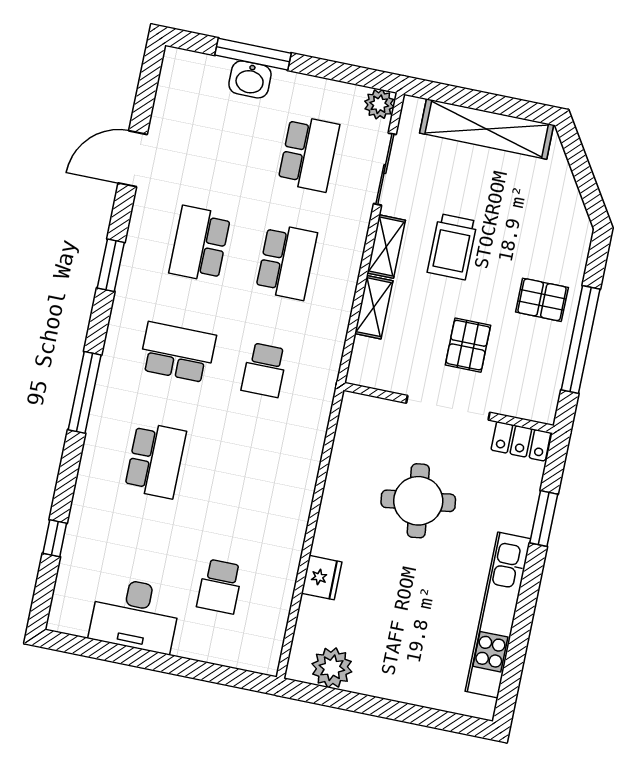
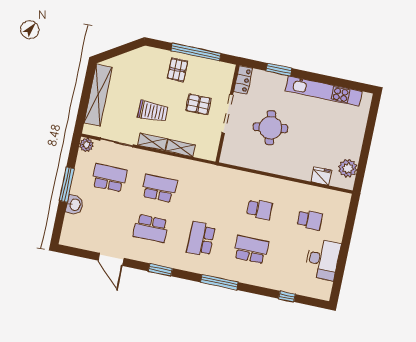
window: (253, 54) -> (67, 185), moved
school desk: (264, 370) -> (260, 209), moved
fridge: (322, 578) -> (321, 176), moved

